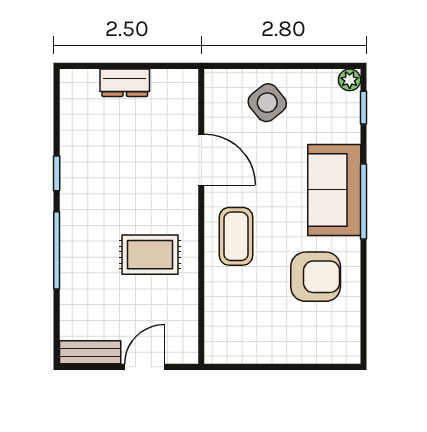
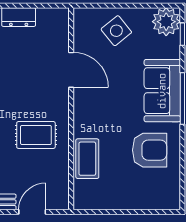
plant: (350, 80) -> (166, 22), width x1.88, depth x1.88
coffee table: (236, 236) -> (87, 159), moved

